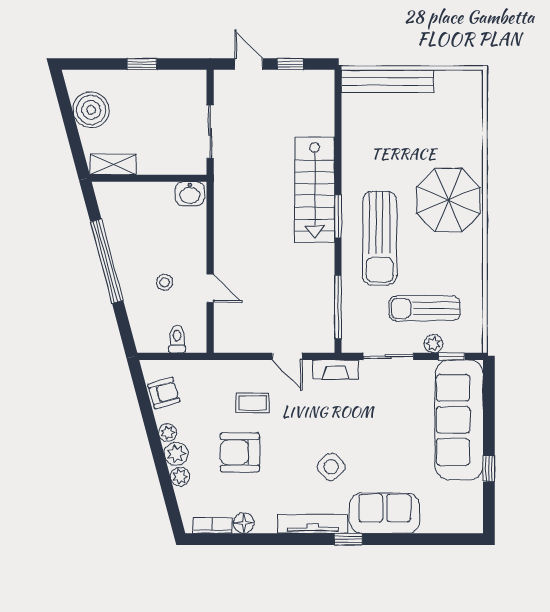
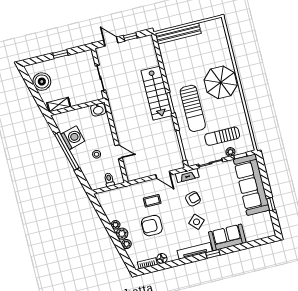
washing machine: (125, 238) -> (73, 138), added
armchair: (164, 393) -> (193, 199), moved

